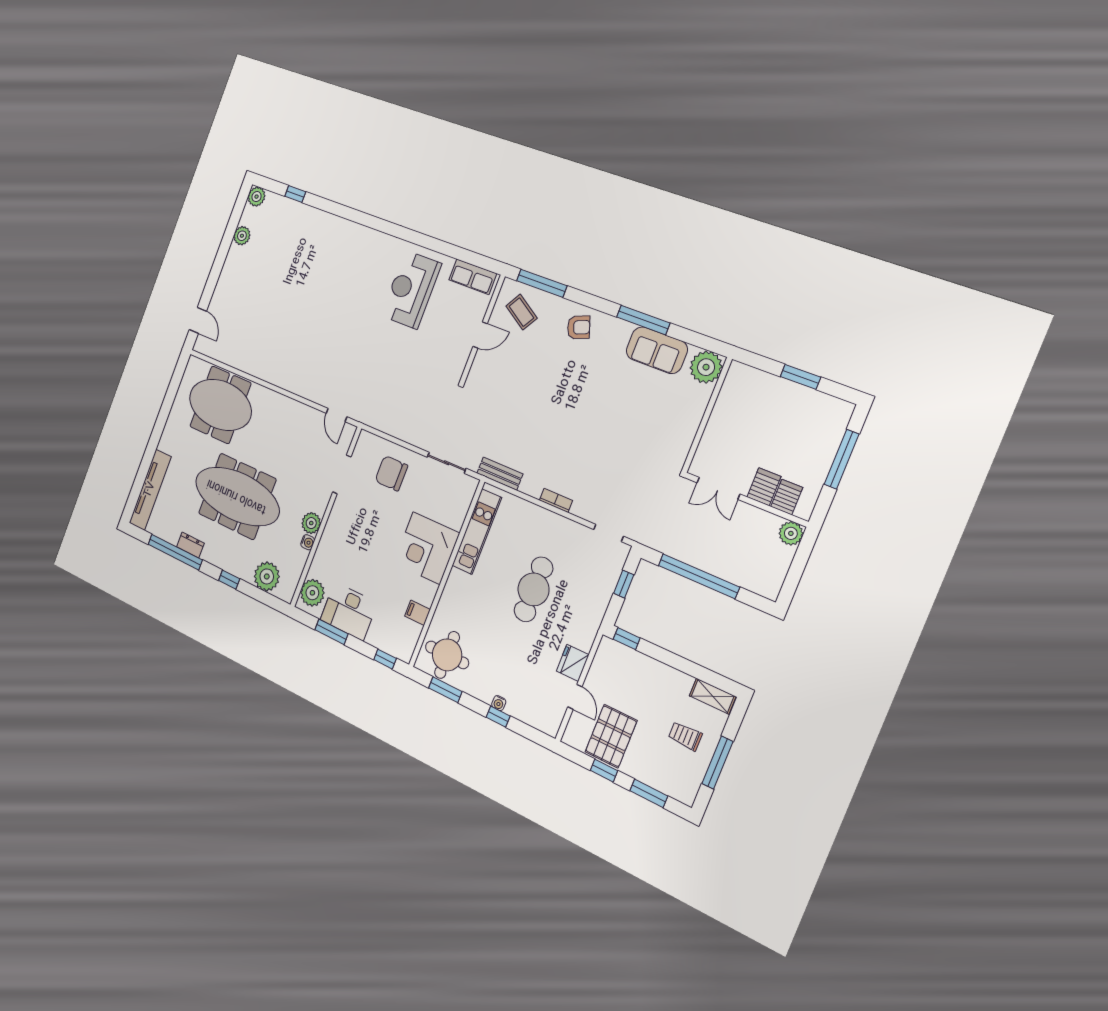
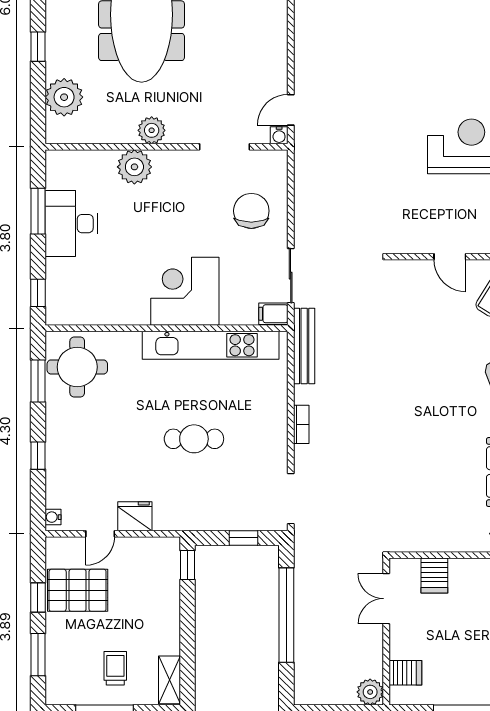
bench: (500, 474) -> (304, 346), width x1.36
server rack: (764, 487) -> (434, 576), moved, turned 90
kitchen unit: (477, 532) -> (211, 345), width x1.36
doorway: (608, 533) -> (291, 499), width x1.38
water cooler: (308, 542) -> (279, 135), moved
cafe table: (534, 589) -> (194, 439), width x0.73, depth x0.74
plant: (312, 593) -> (134, 167), moved
filing cabinet: (417, 613) -> (273, 314), moved, turned -90
water cooler: (499, 703) -> (53, 517), moved

